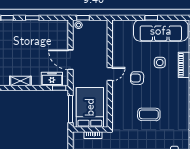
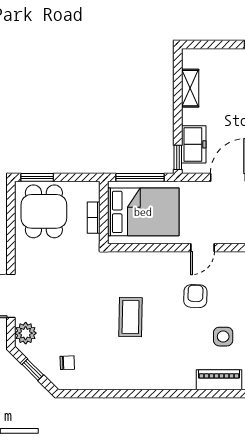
door: (110, 74) -> (203, 248), hinge flipped

